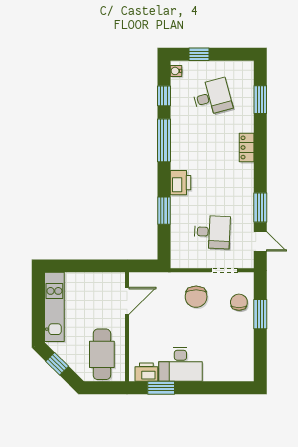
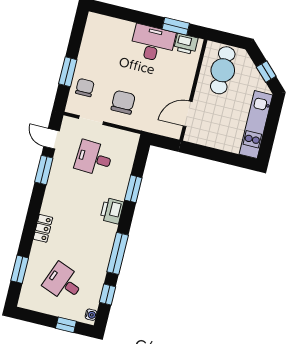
desk: (212, 97) -> (63, 282), turned 36
chair: (239, 302) -> (85, 88), turned 180

